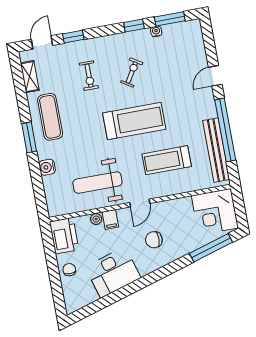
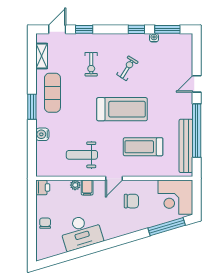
weight bench: (97, 183) -> (82, 155), width x0.73, depth x0.75
printer: (64, 236) -> (43, 187), width x0.53, depth x0.68
chair: (154, 240) -> (131, 201), moved, turned 180

